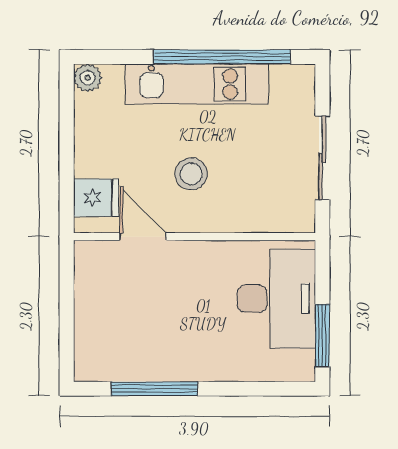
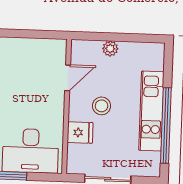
plant: (88, 78) -> (110, 49), moved
fridge: (96, 198) -> (80, 133), moved, turned -90

